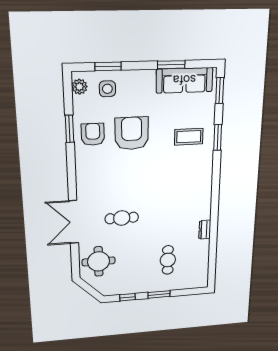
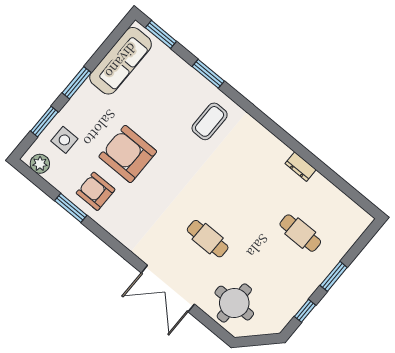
window: (171, 65) -> (77, 83), moved
coffee table: (189, 137) -> (210, 121), moved
cafe table: (122, 218) -> (208, 239), turned 90

